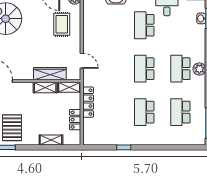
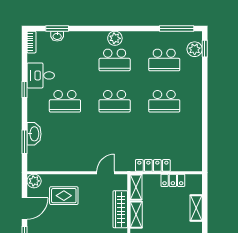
plant: (190, 139) -> (195, 49), added
window: (124, 147) -> (205, 49), moved

